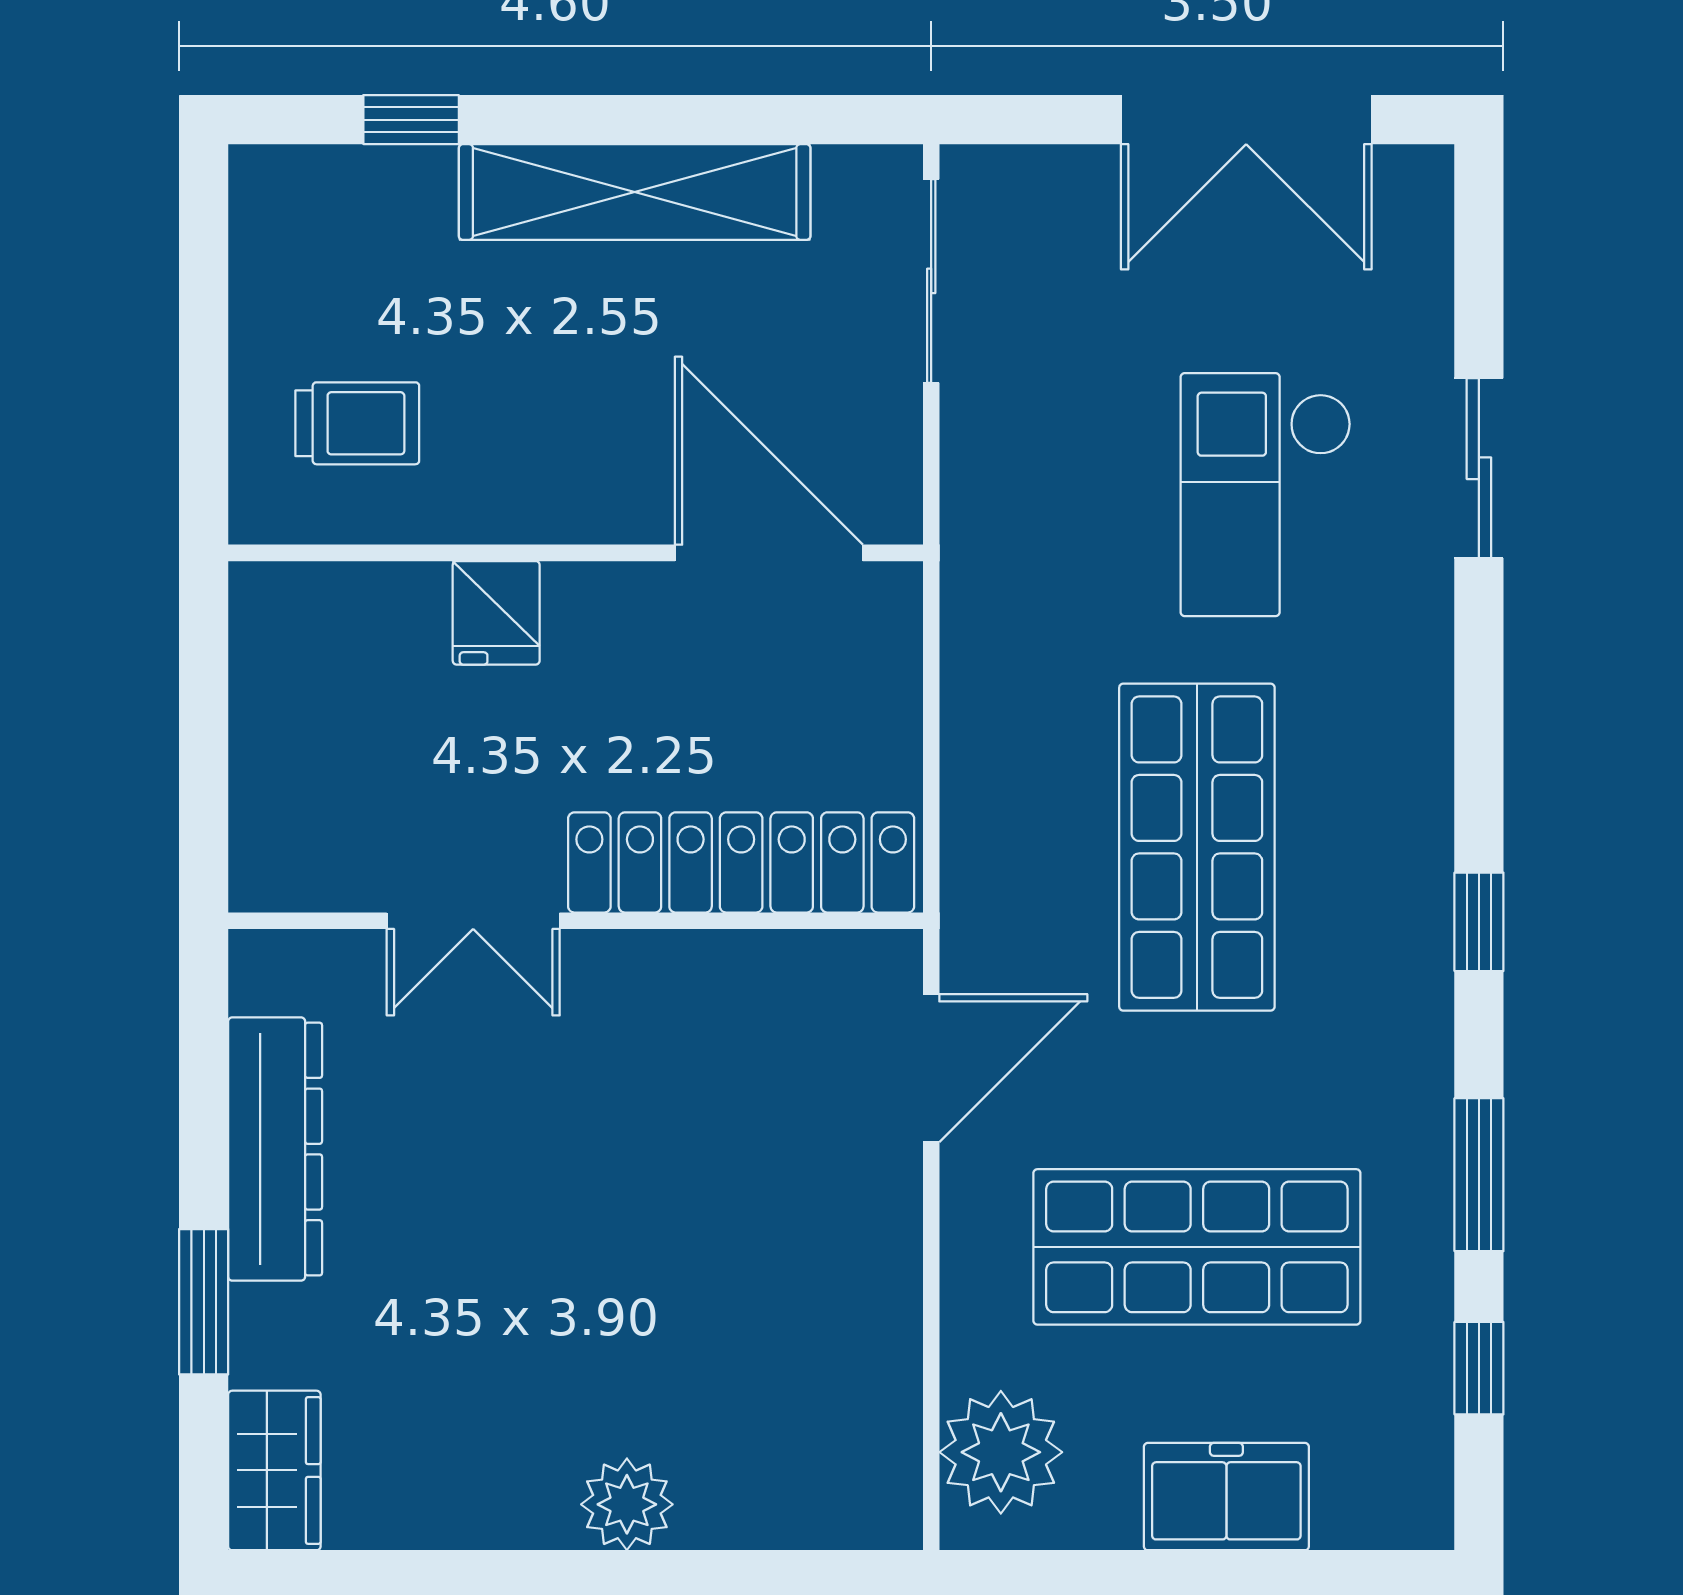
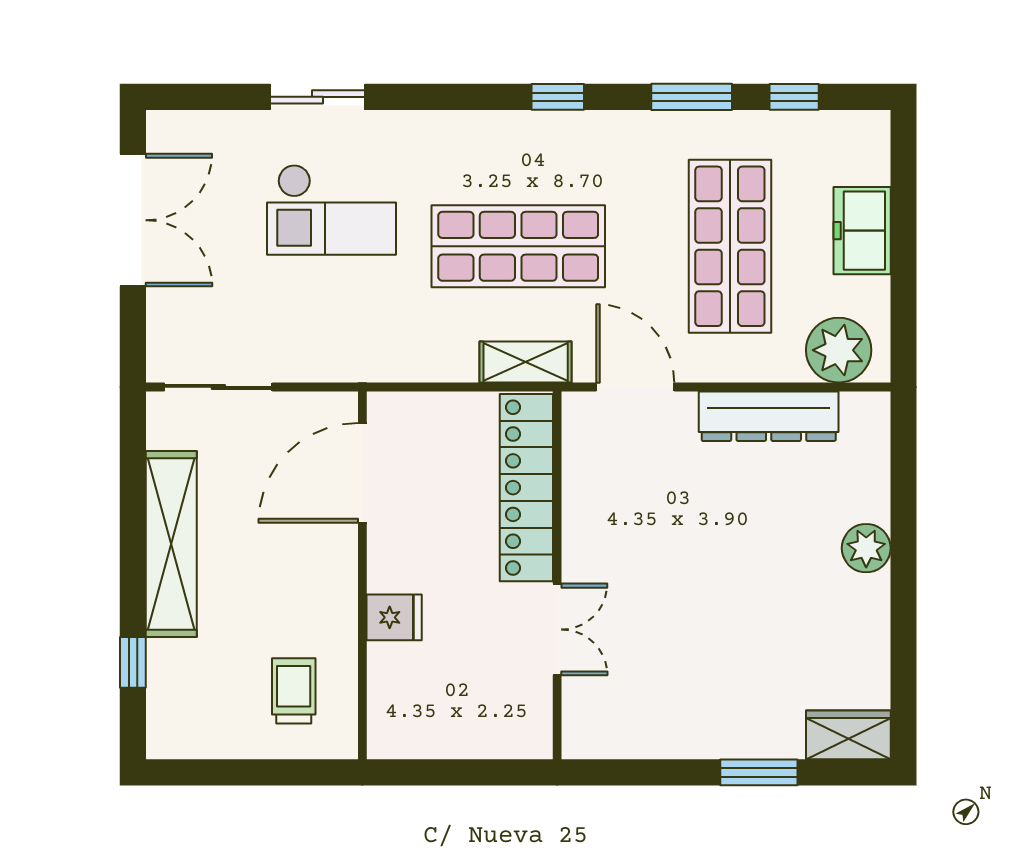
shelving: (978, 861) -> (526, 362), added
dresser: (275, 1149) -> (769, 416), moved, turned 180

